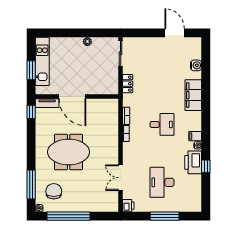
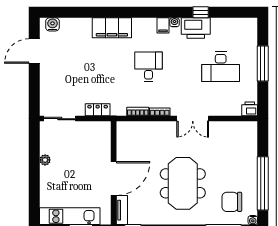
water cooler: (196, 65) -> (52, 24), moved
double door: (121, 178) -> (193, 119), moved

